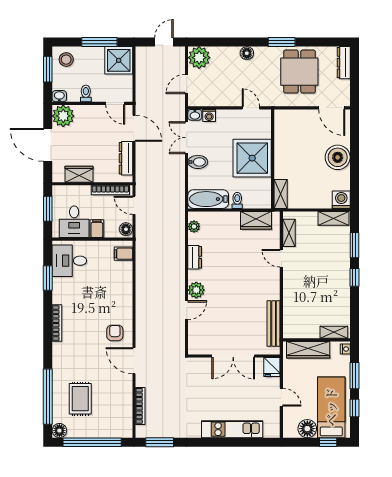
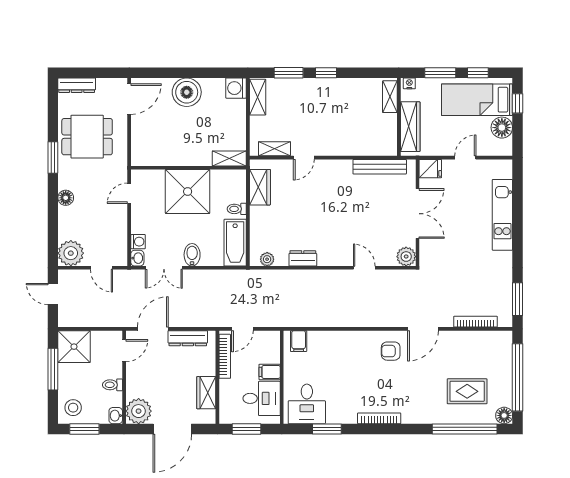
floor lamp: (126, 229) -> (270, 338), removed
plant: (196, 290) -> (406, 257), moved

